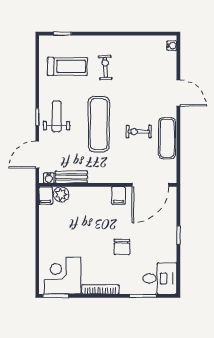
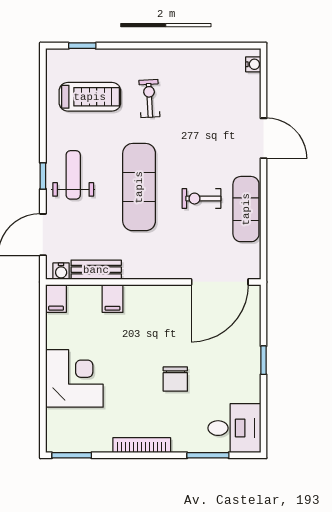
plant: (61, 194) -> (80, 297), removed
filing cabinet: (118, 196) -> (113, 299), moved
corner desk: (62, 276) -> (74, 378), moved, turned 90

